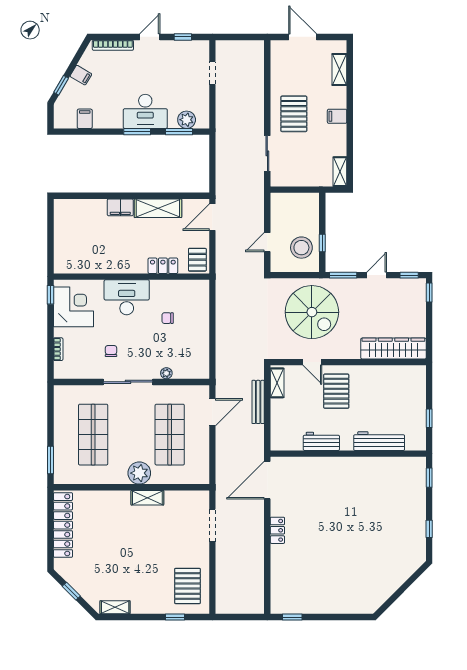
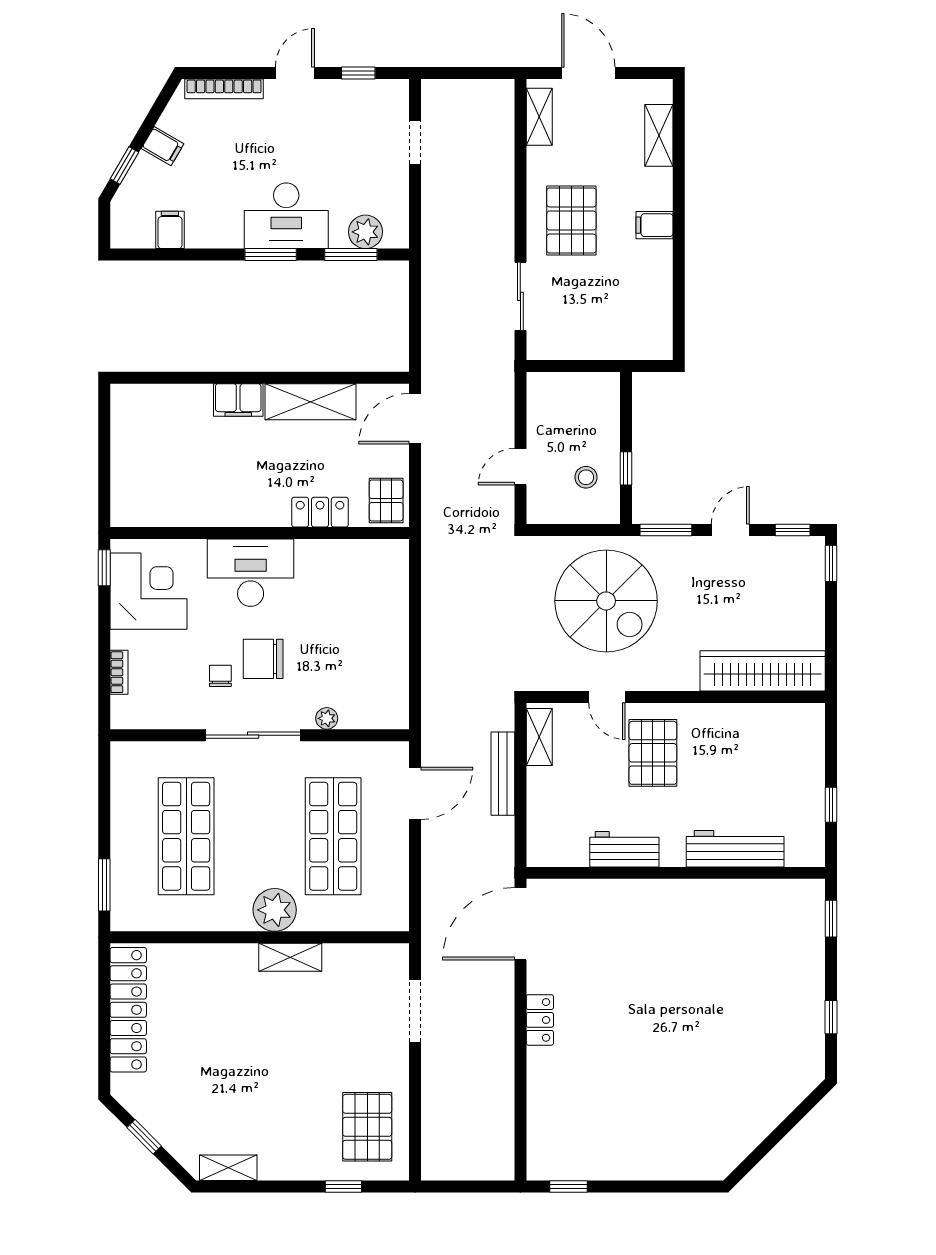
shelving: (340, 172) -> (539, 117), moved
stool: (301, 248) -> (586, 477), width x0.53, depth x0.53
chair: (168, 318) -> (263, 659), moved, width x1.87, depth x1.87

